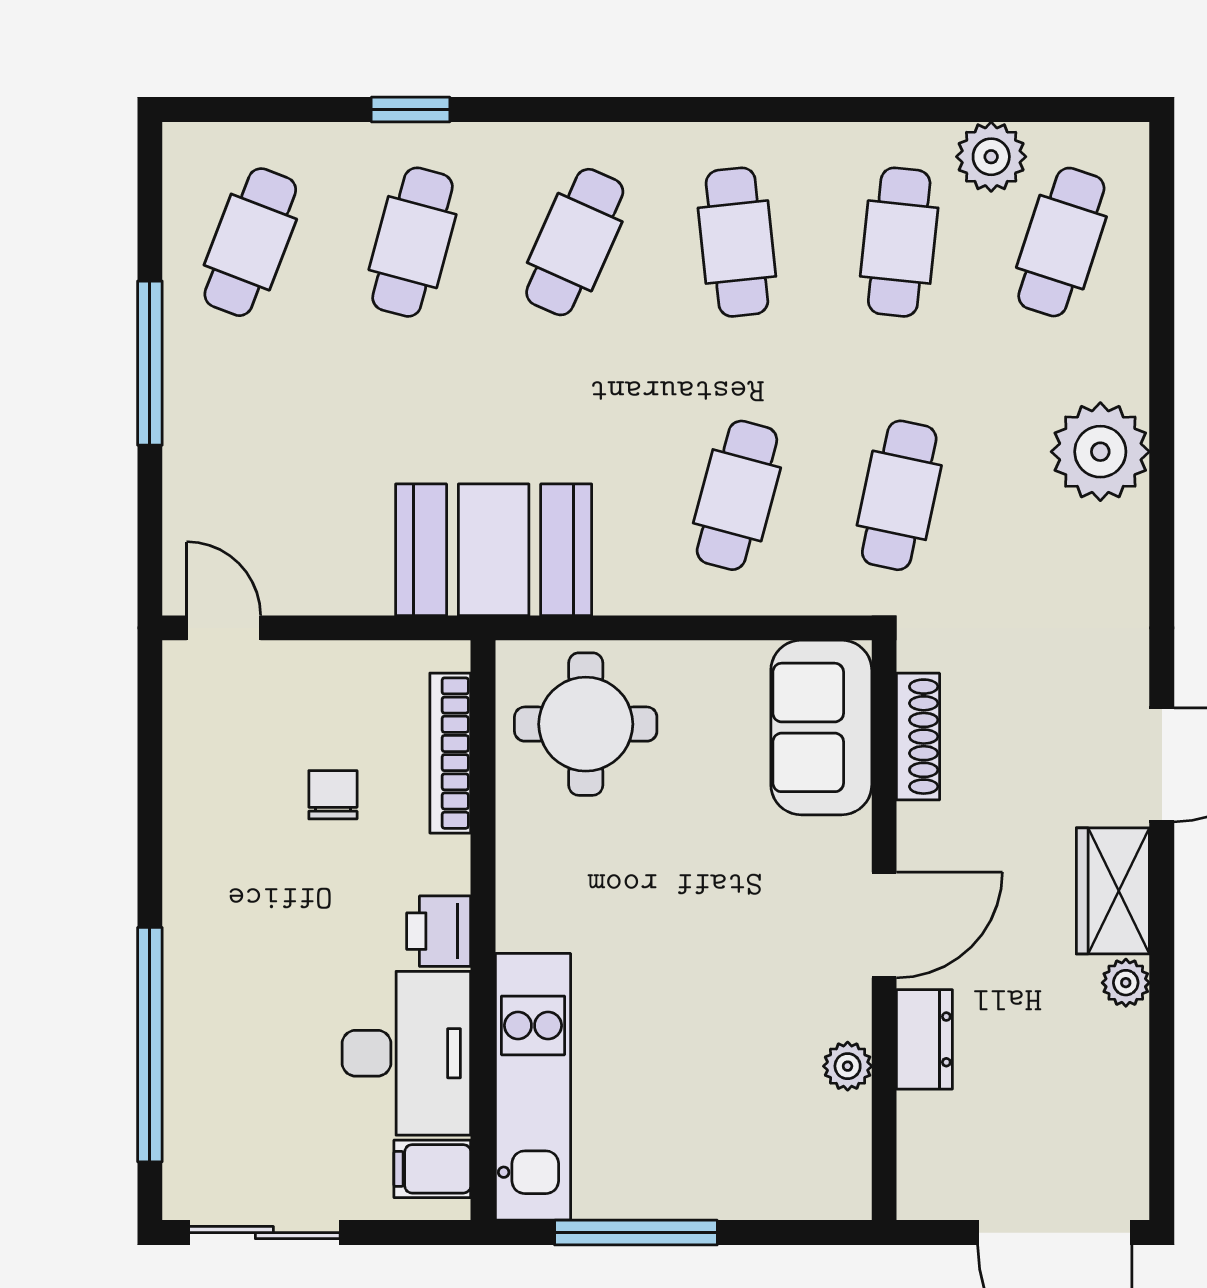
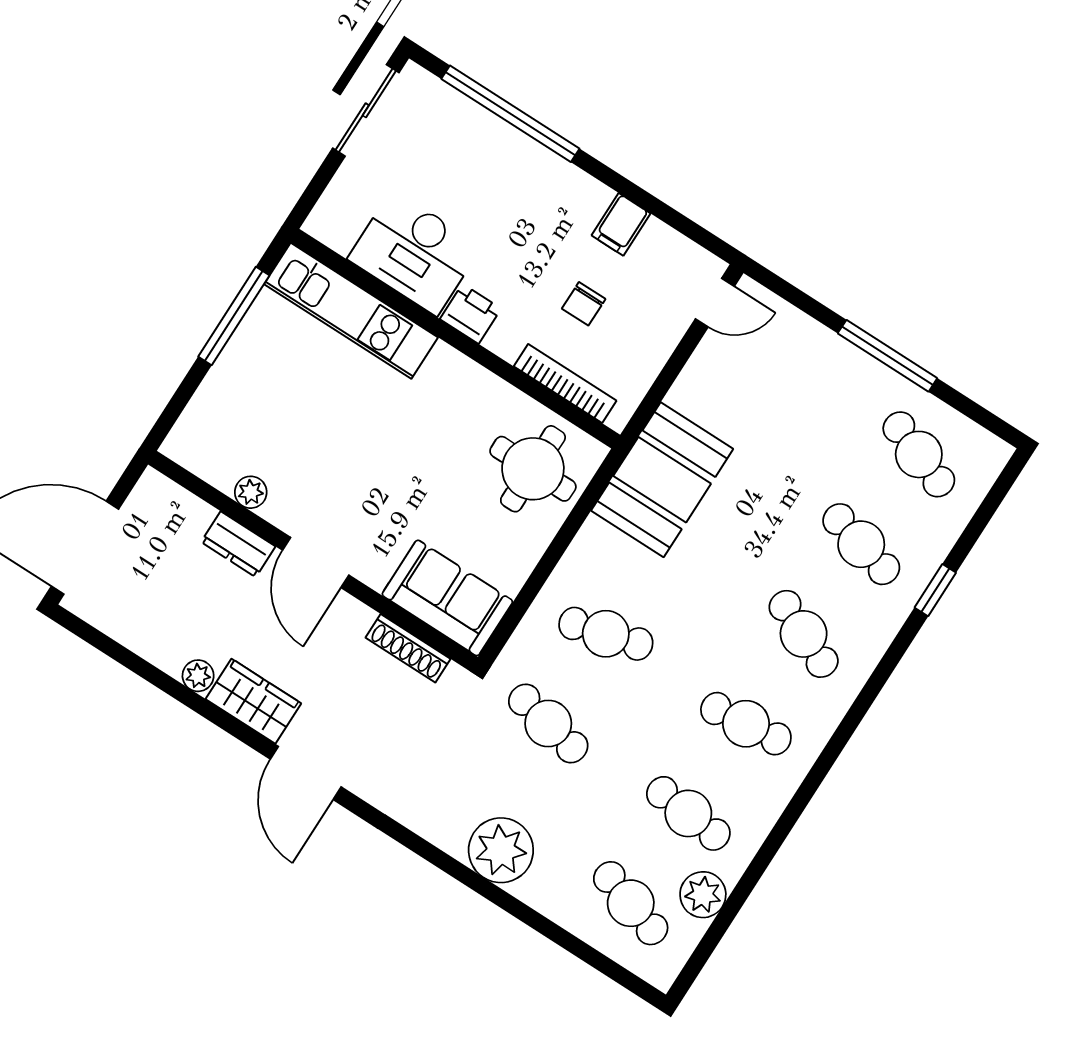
cafe table: (737, 495) -> (606, 634), turned -30
chair: (333, 795) -> (584, 304), turned 90
filing cabinet: (432, 1169) -> (621, 224), moved, turned 180

